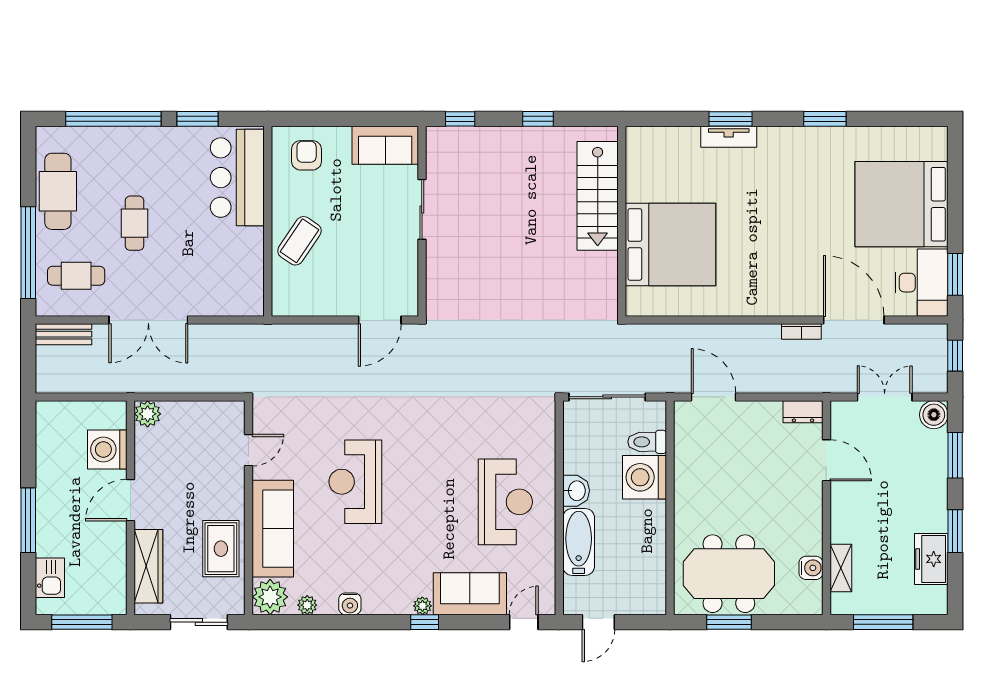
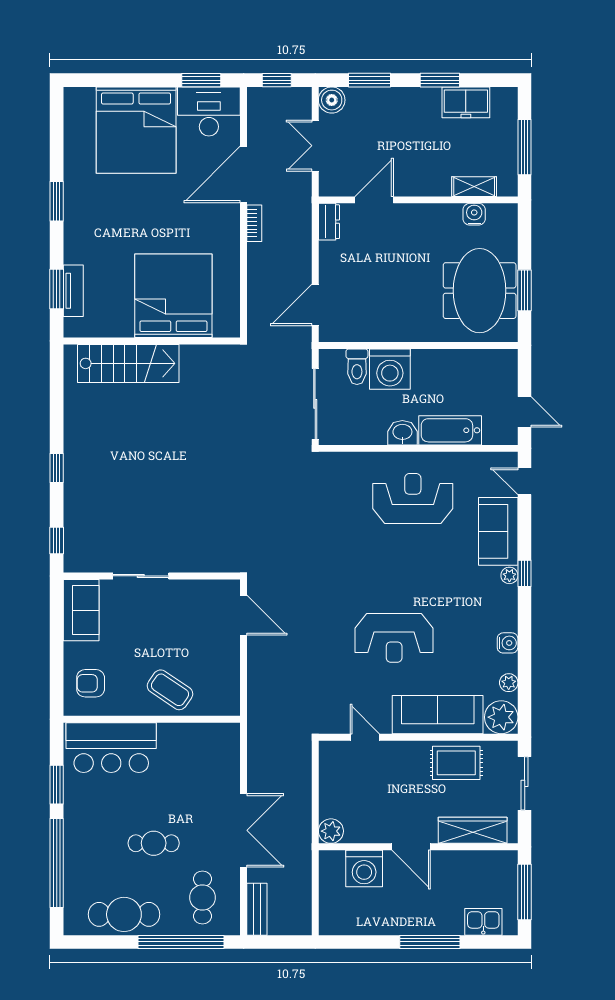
stairs: (598, 196) -> (128, 363), moved
wall: (622, 221) -> (152, 341), moved
bed: (670, 244) -> (173, 296), moved

